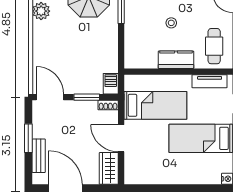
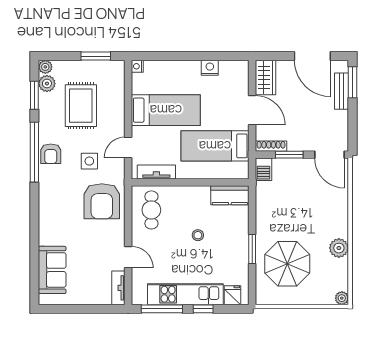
kitchen counter: (176, 60) -> (230, 195), moved
shoe rack: (108, 105) -> (271, 146), width x1.43
window: (28, 138) -> (353, 82), moved
nightstand: (160, 177) -> (210, 68), added

